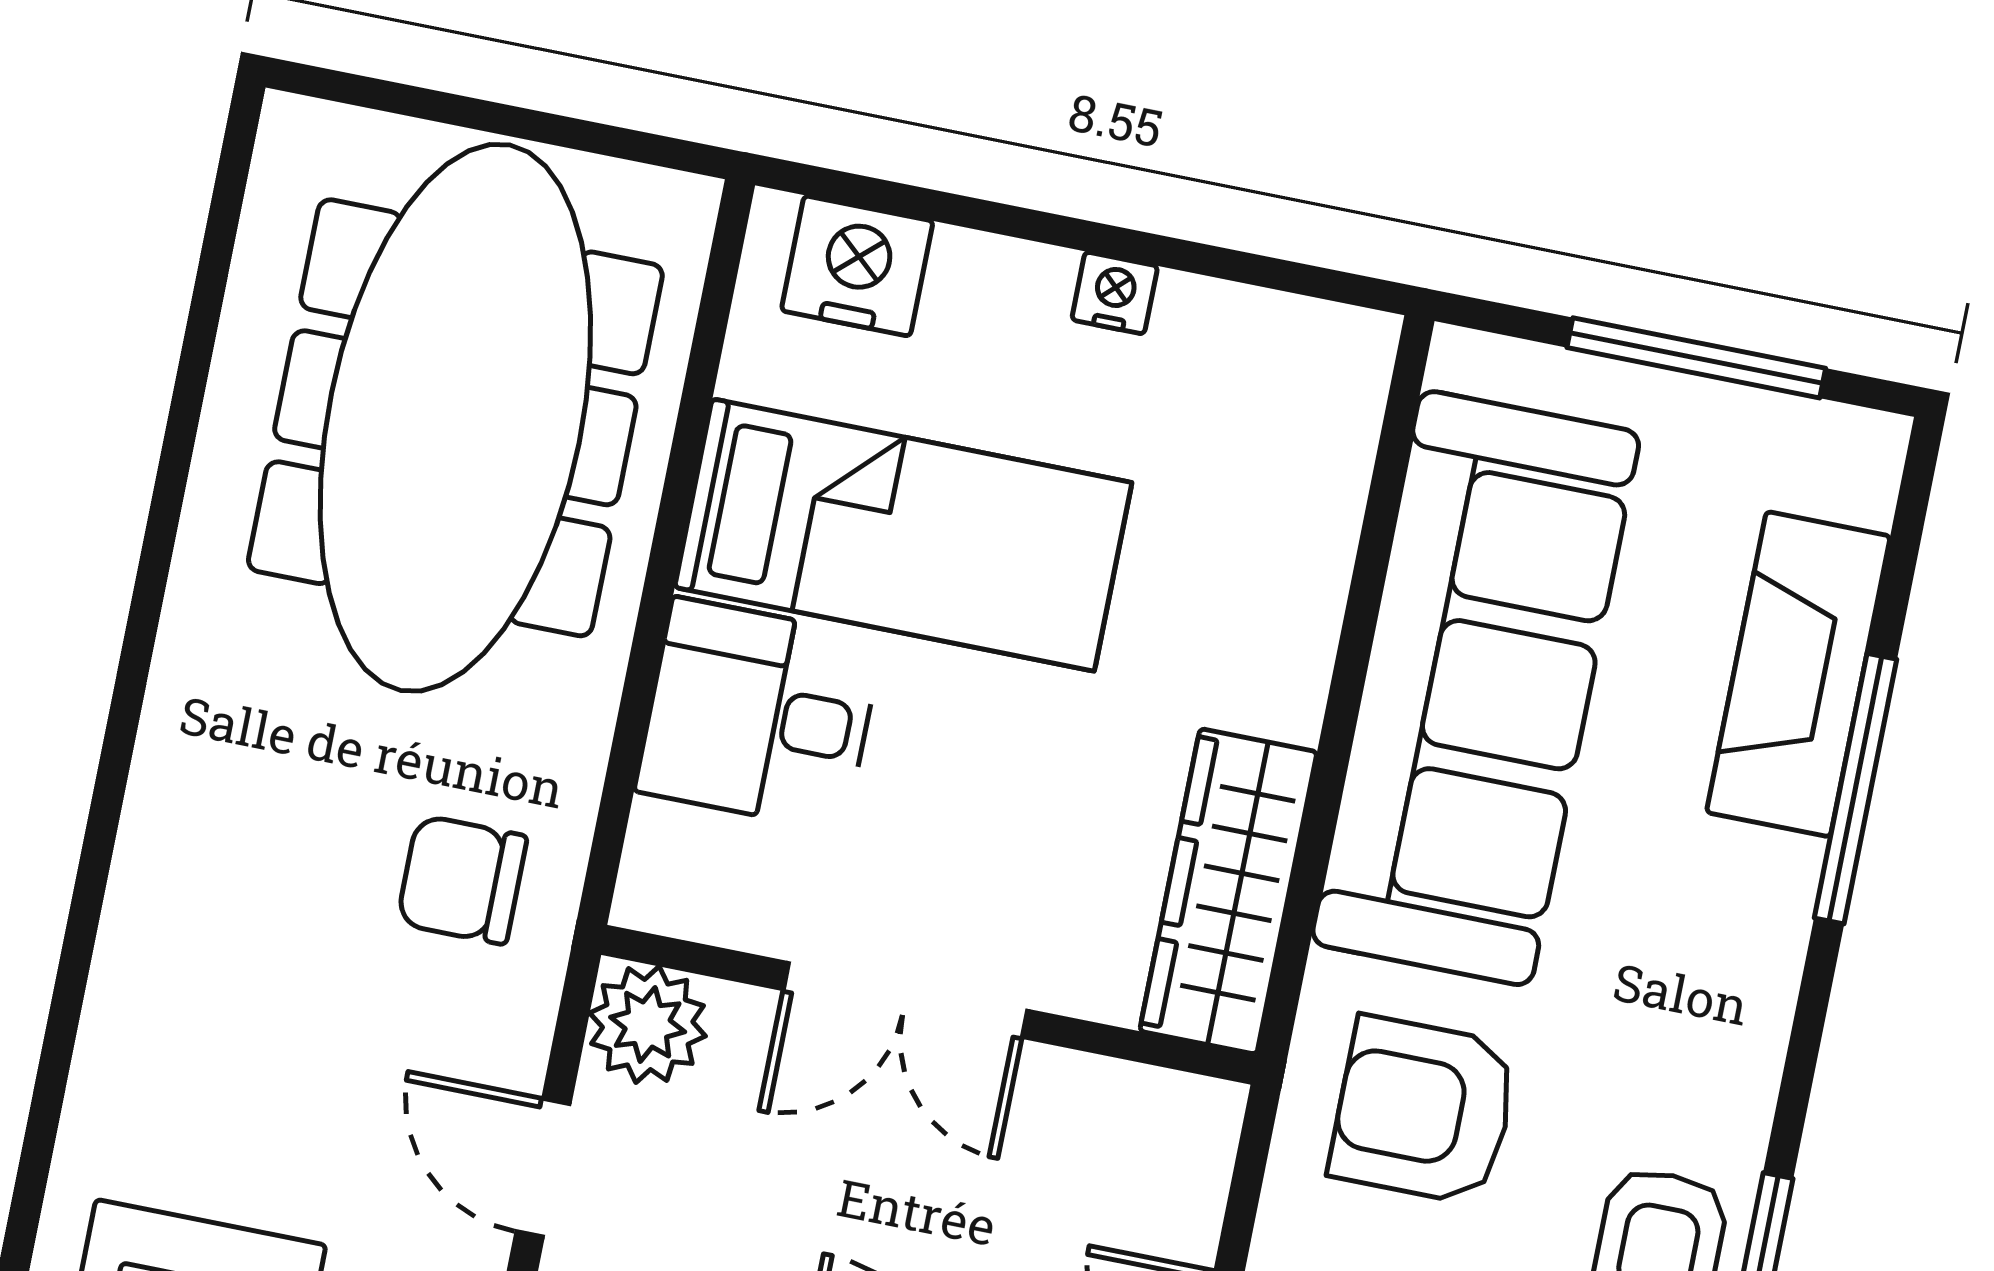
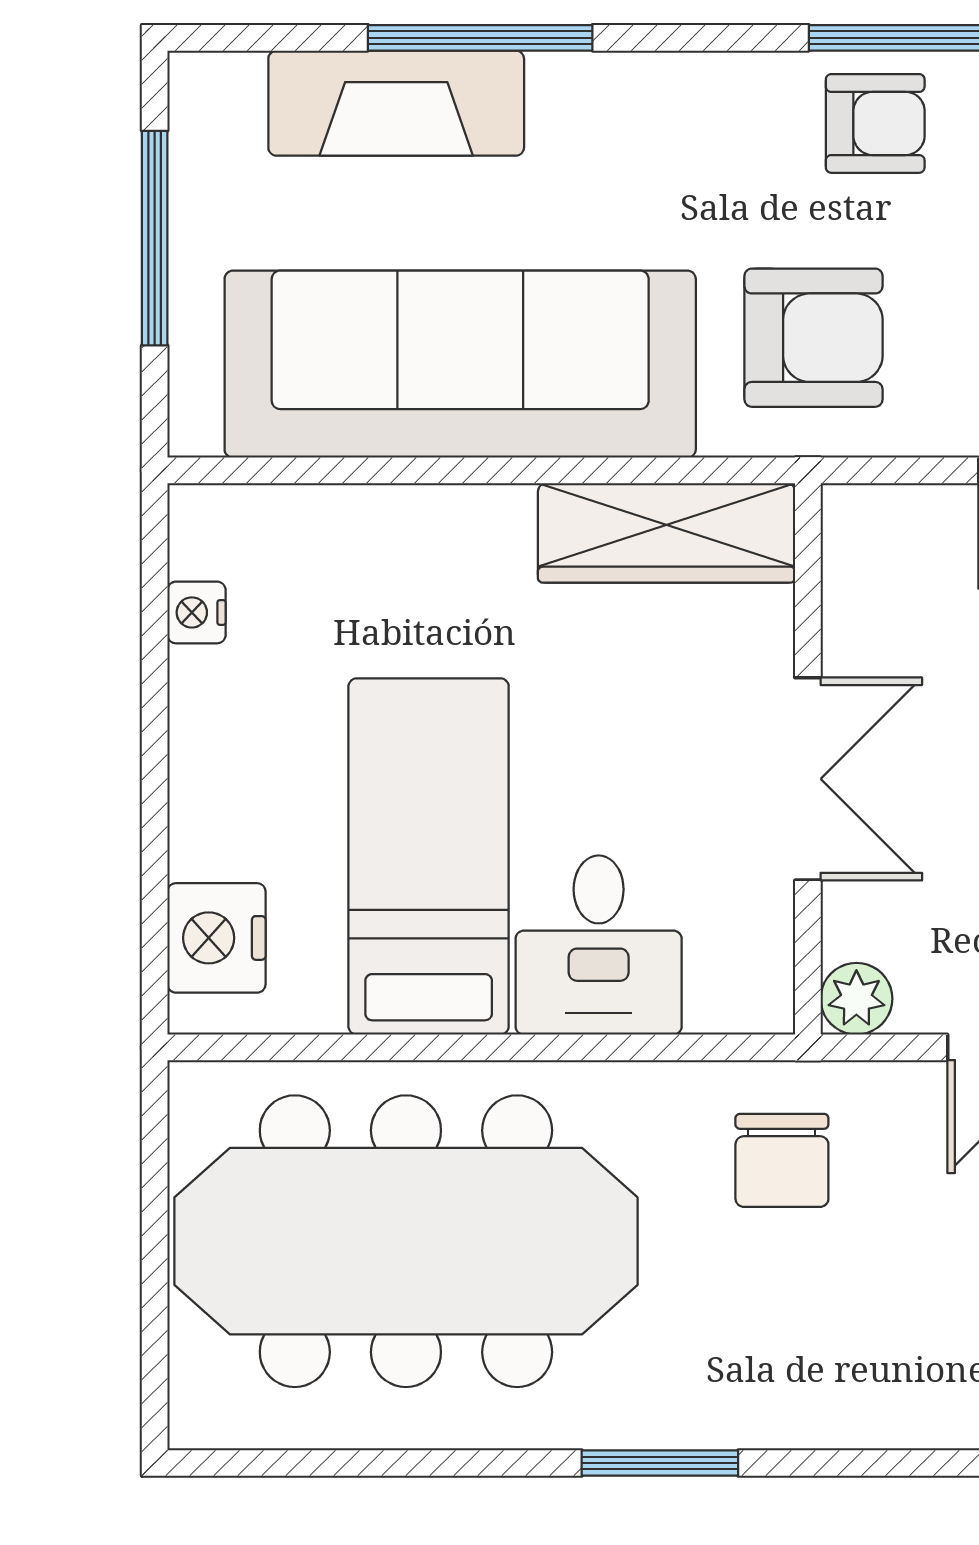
nightstand: (1115, 293) -> (196, 612), moved
window: (134, 665) -> (660, 1463), added
plant: (648, 1025) -> (856, 999), width x0.73, depth x0.73
armchair: (1424, 1111) -> (814, 338), turned -90

